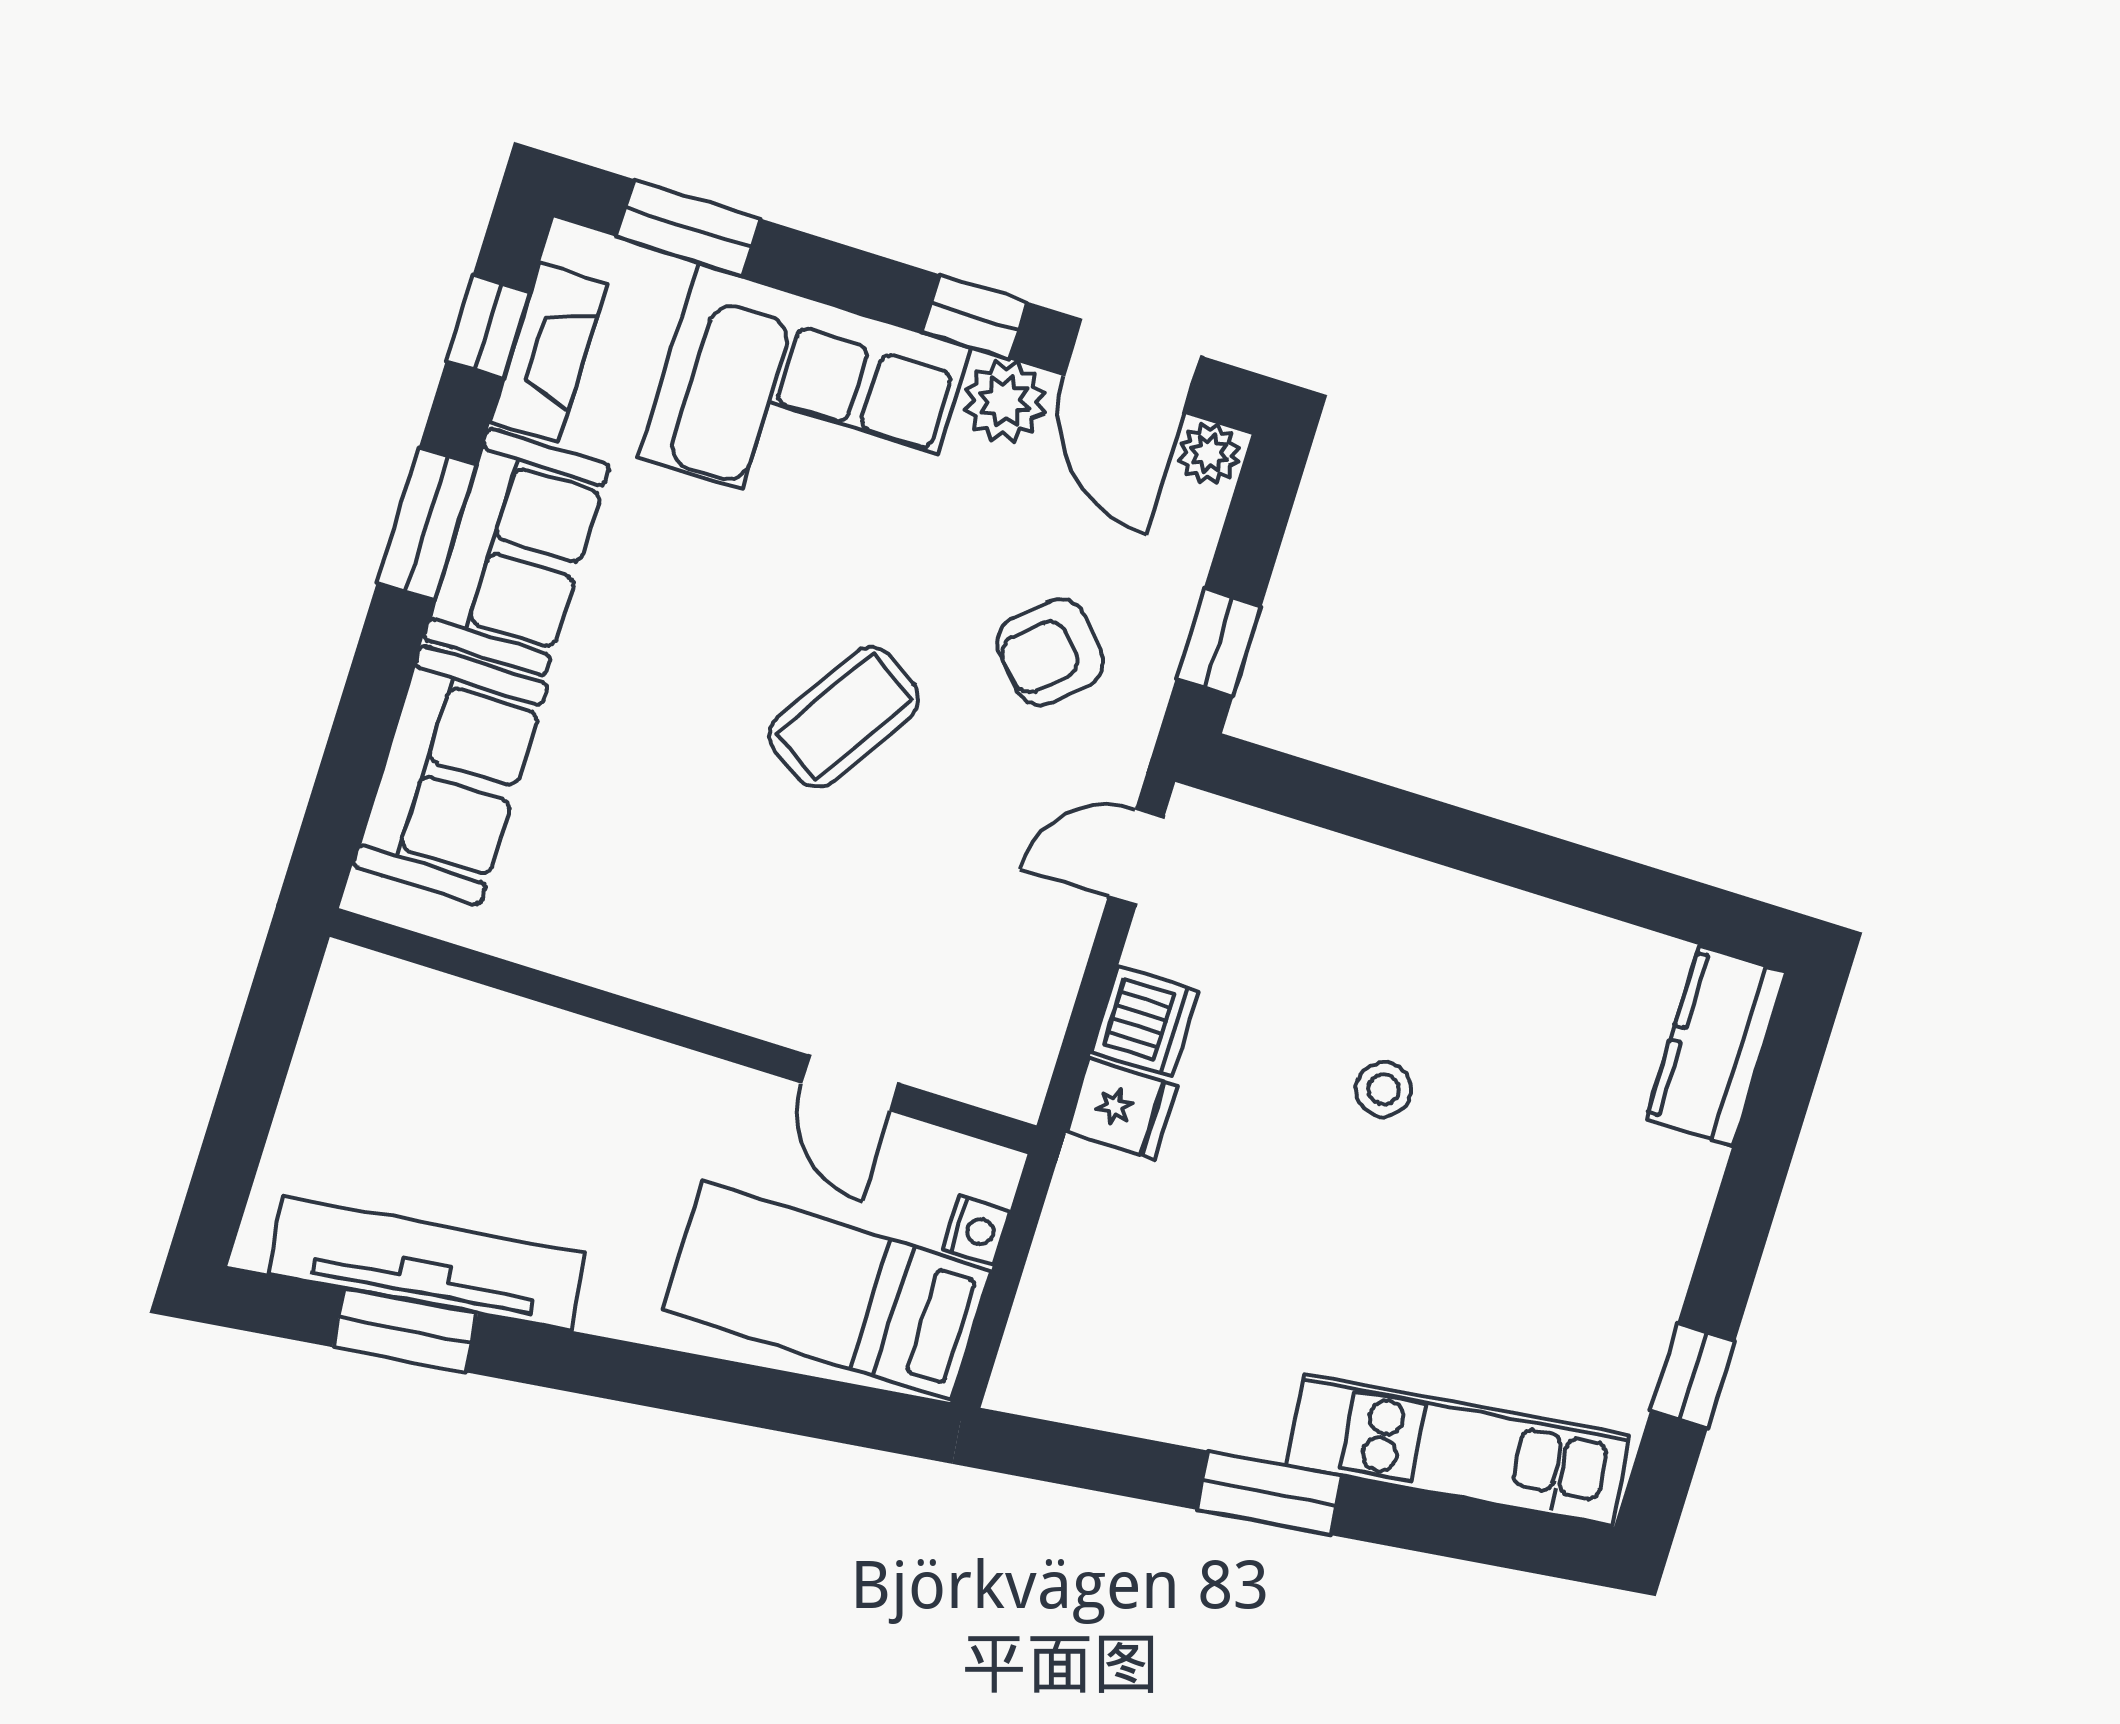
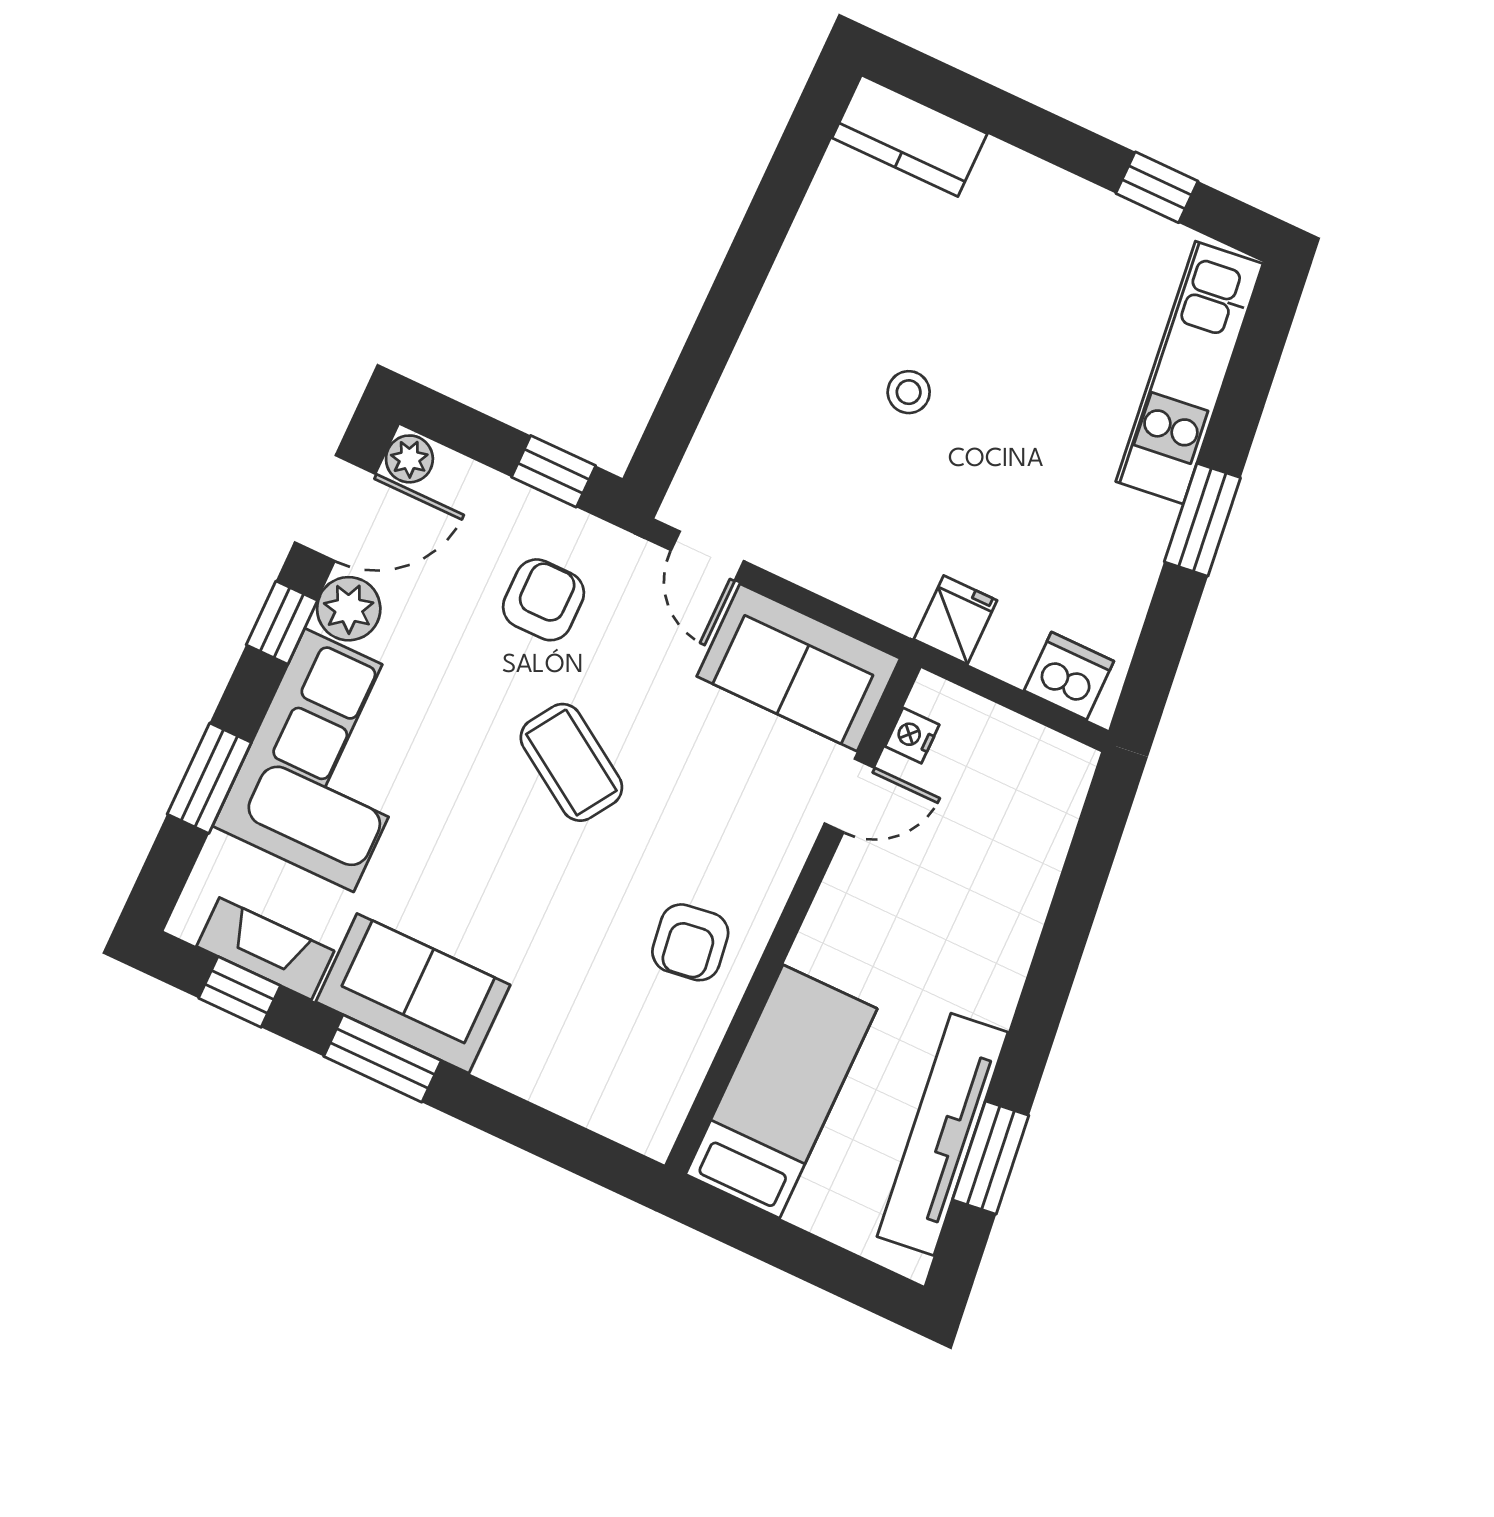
window: (688, 228) -> (209, 778), moved
armchair: (1050, 652) -> (544, 600), turned -138
sofa: (450, 775) -> (798, 667), moved, turned 180
armchair: (632, 903) -> (690, 942), added
dishwasher: (1145, 1021) -> (1069, 676), moved
fridge: (1122, 1109) -> (955, 620), moved
nightstand: (976, 1230) -> (912, 736), moved, turned -90
bed: (827, 1290) -> (781, 1092), moved, turned 180

